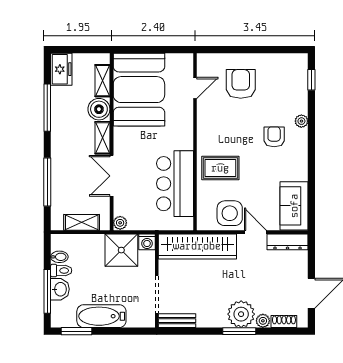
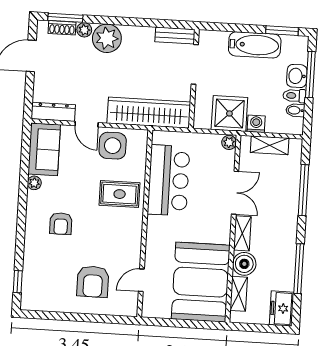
plant: (301, 121) -> (34, 183), moved
washing machine: (147, 242) -> (256, 124), moved
window: (239, 331) -> (65, 18), moved

